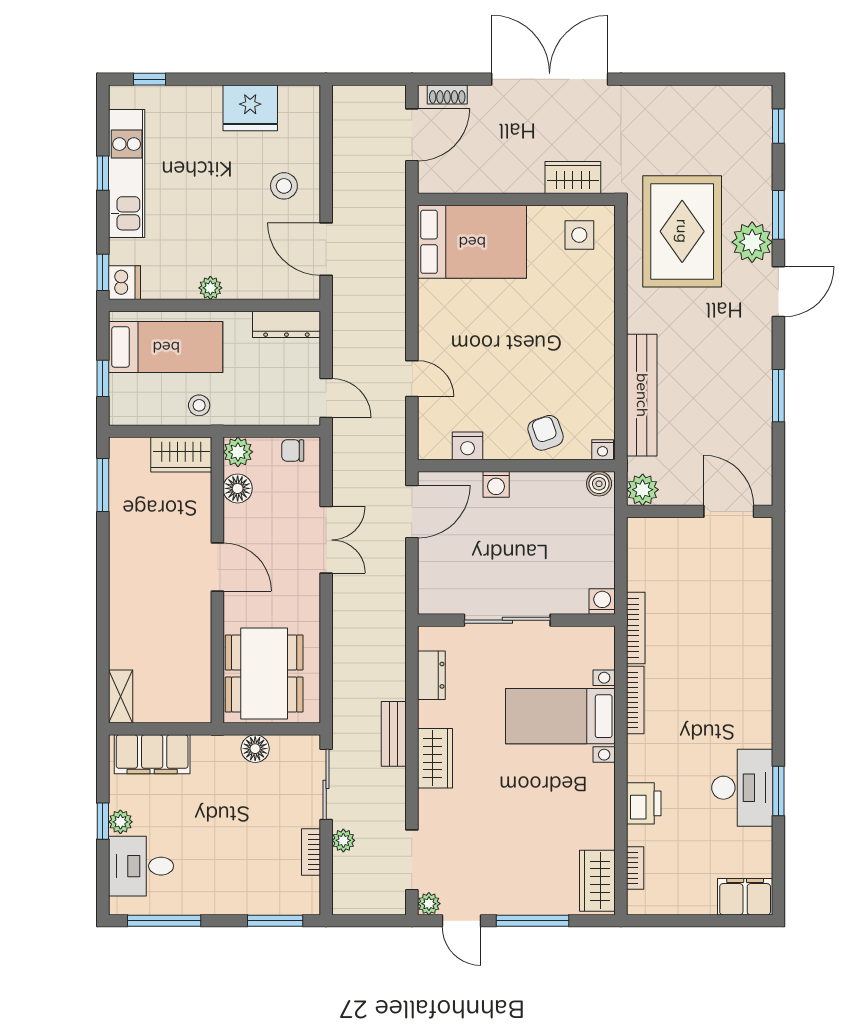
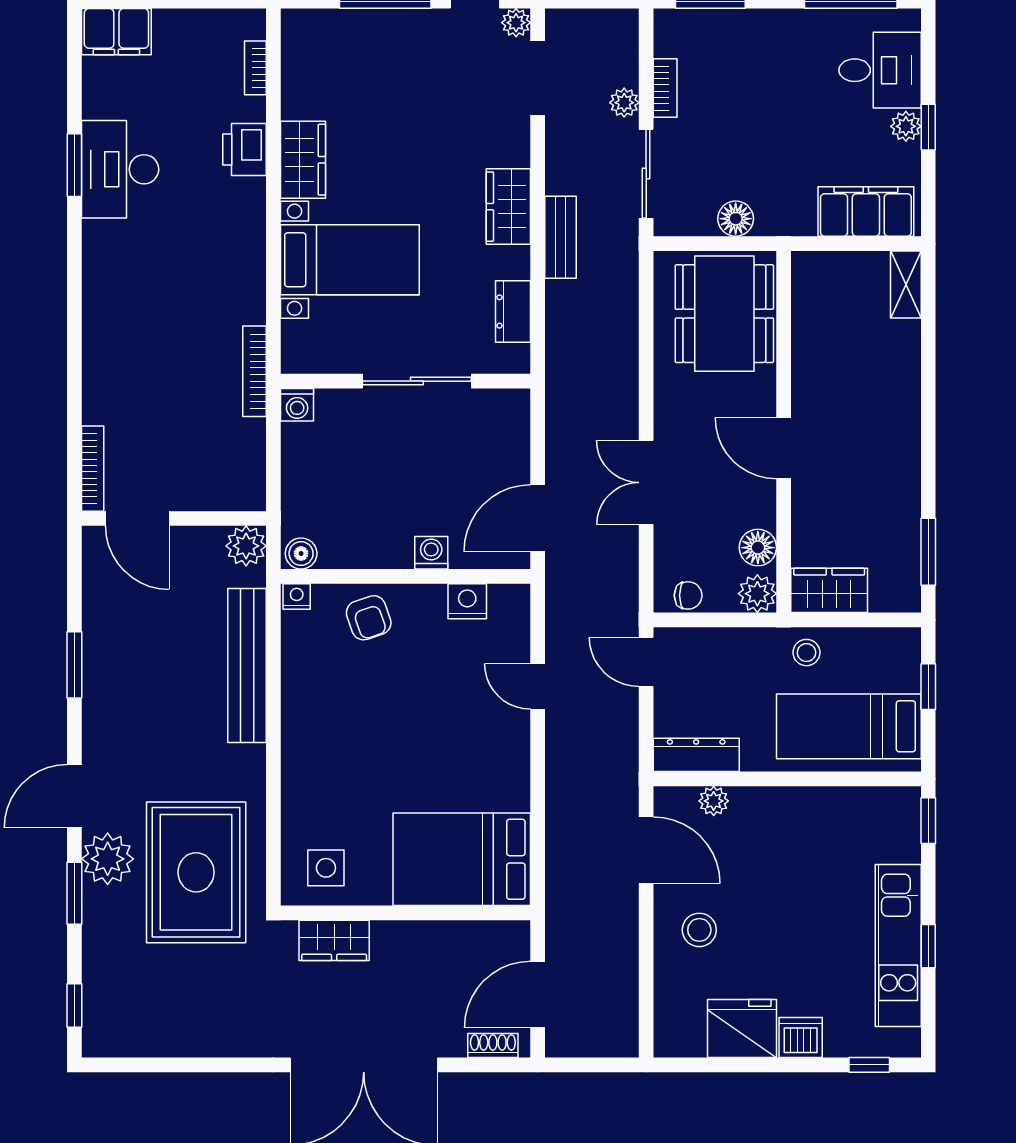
dishwasher: (124, 283) -> (801, 1037), moved, turned 90
plant: (210, 288) -> (714, 801), moved
bookcase: (635, 700) -> (93, 469), moved, turned 180
wardrobe: (597, 881) -> (303, 160), moved

